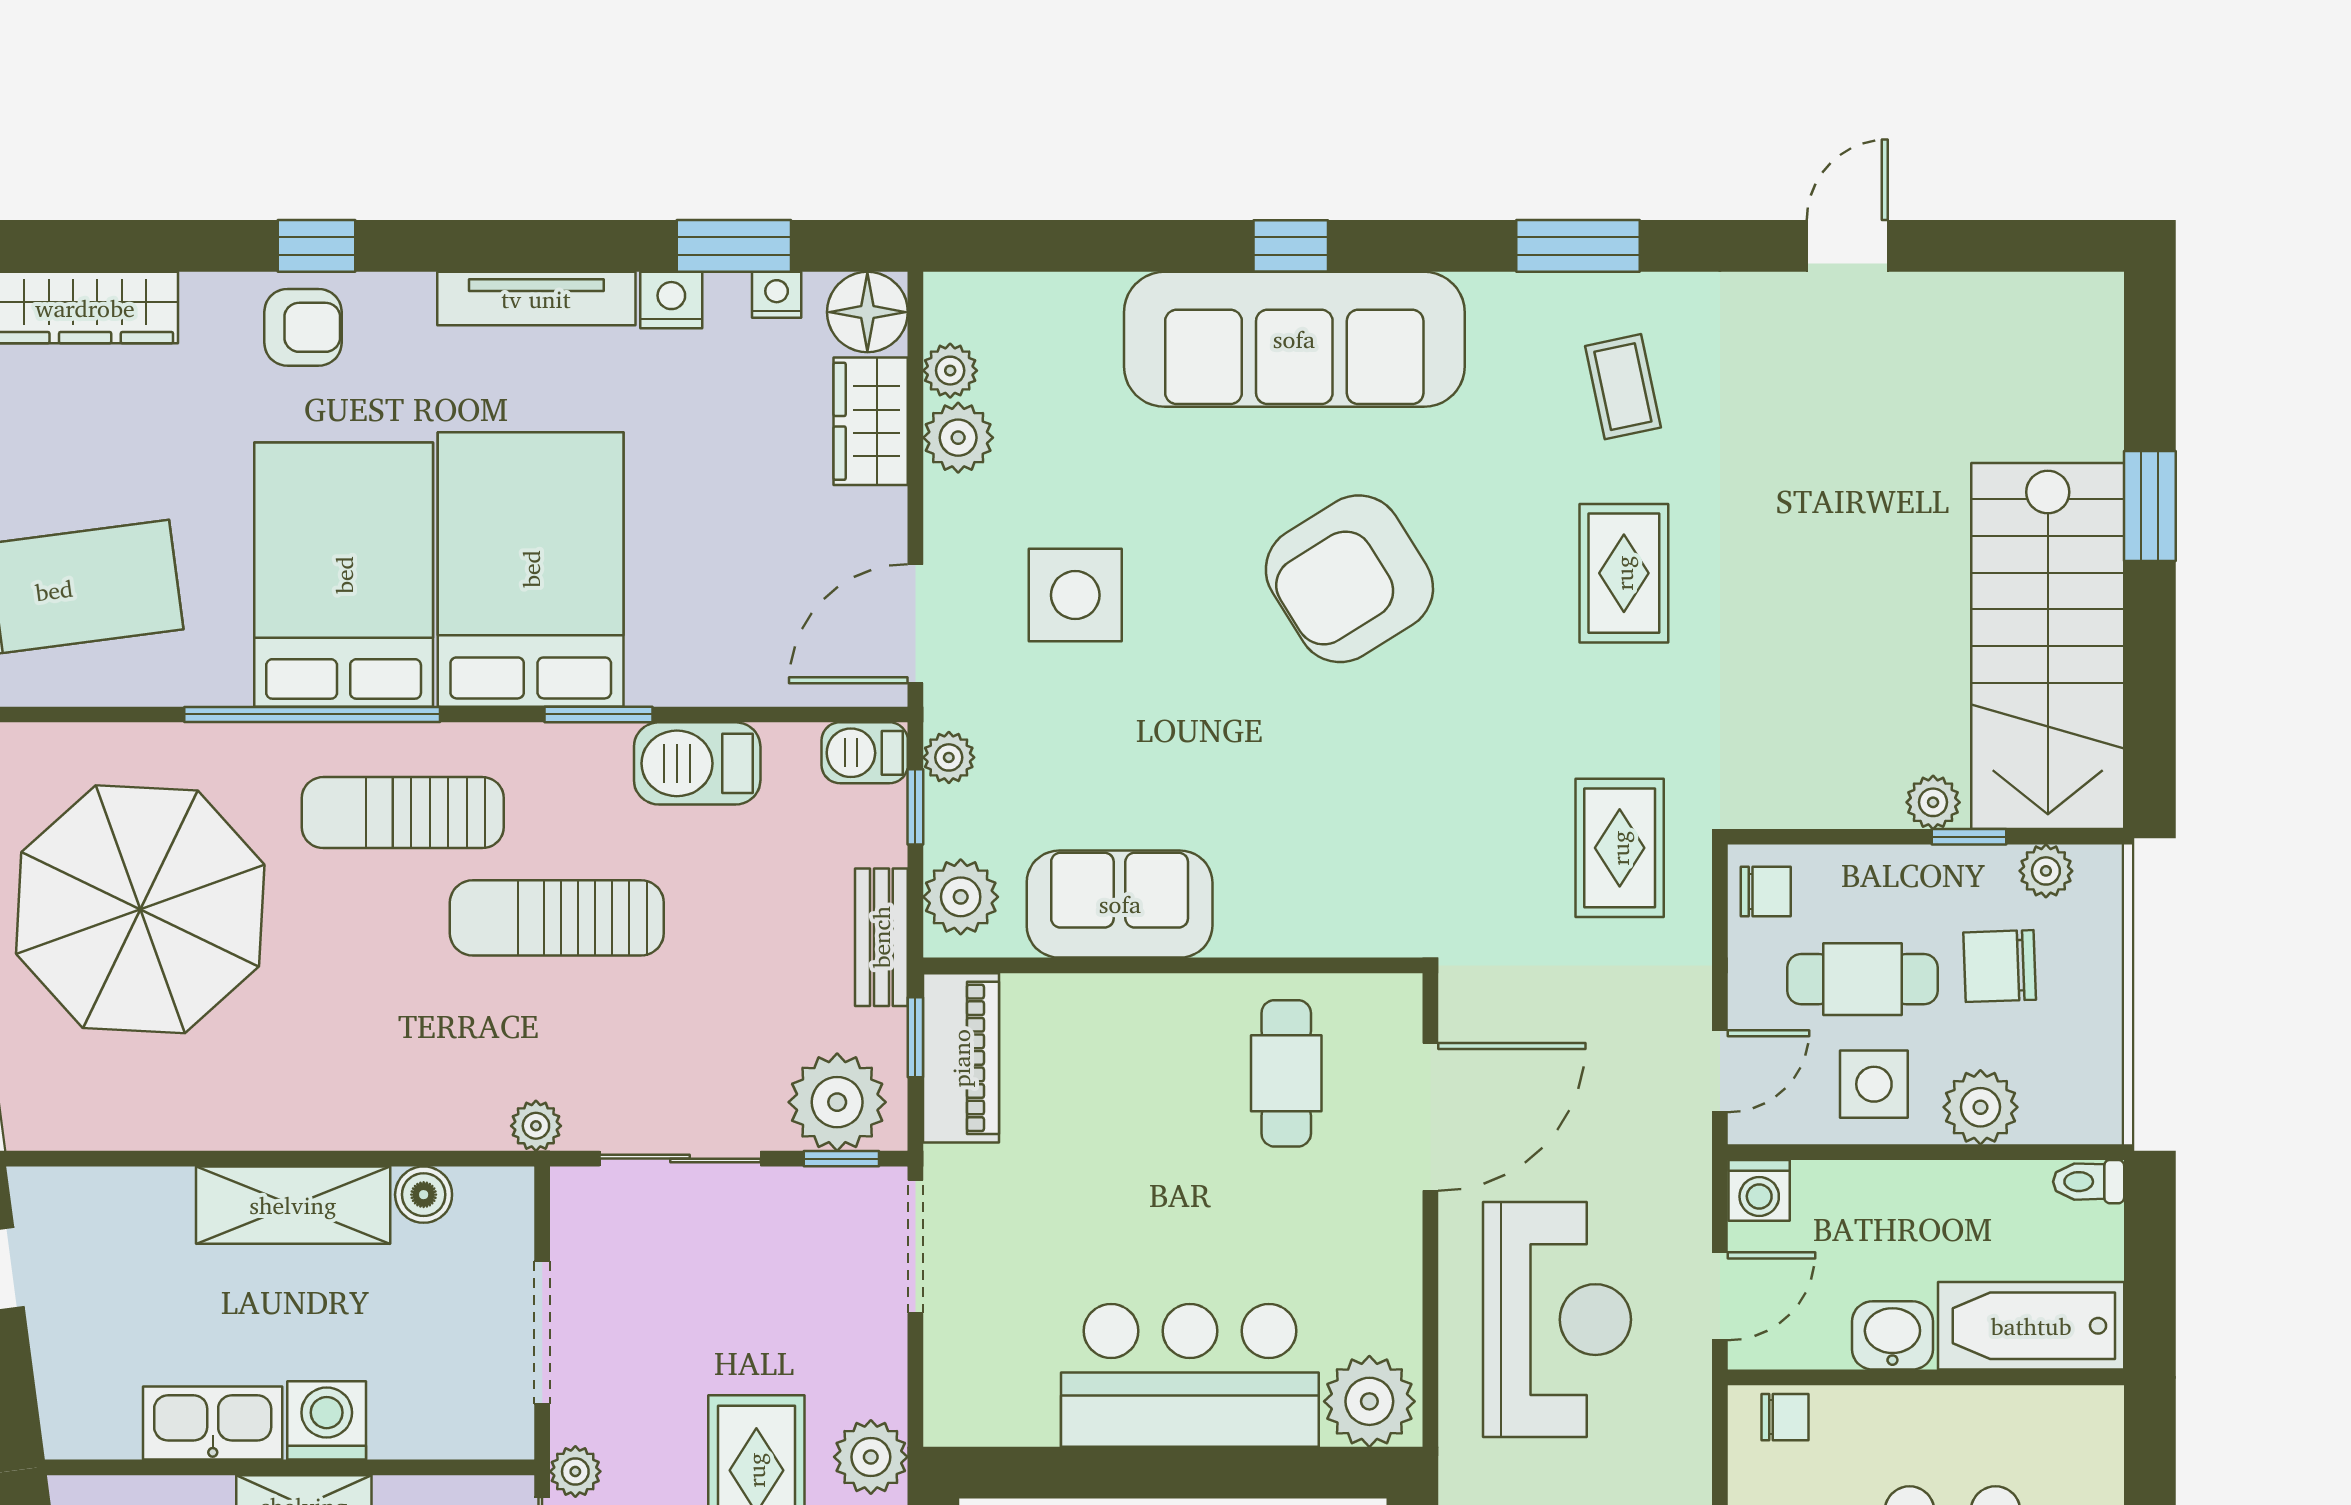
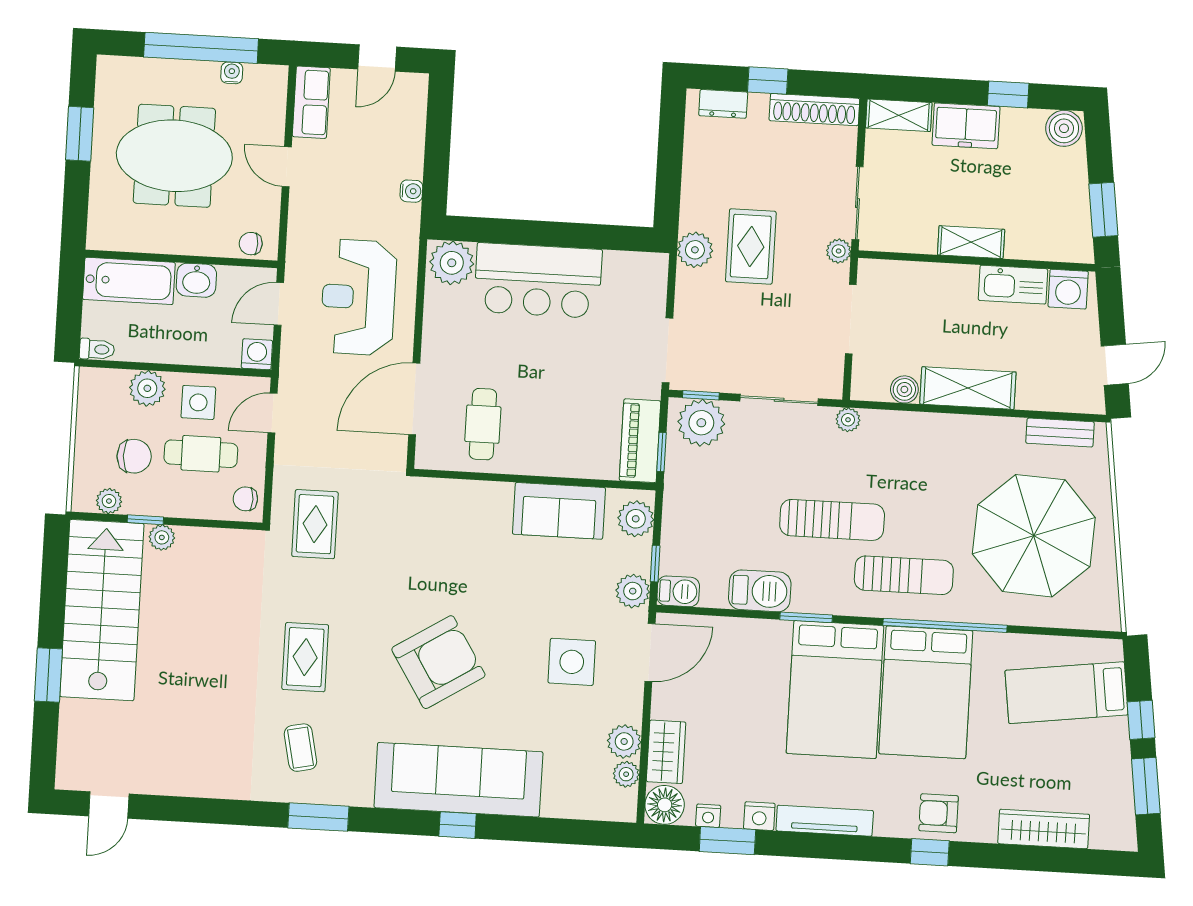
door: (1847, 246) -> (109, 805), moved
plant: (949, 757) -> (633, 591), width x1.38, depth x1.38
bench: (881, 937) -> (1060, 433), moved, turned 90
washing machine: (327, 1420) -> (1068, 289), moved

